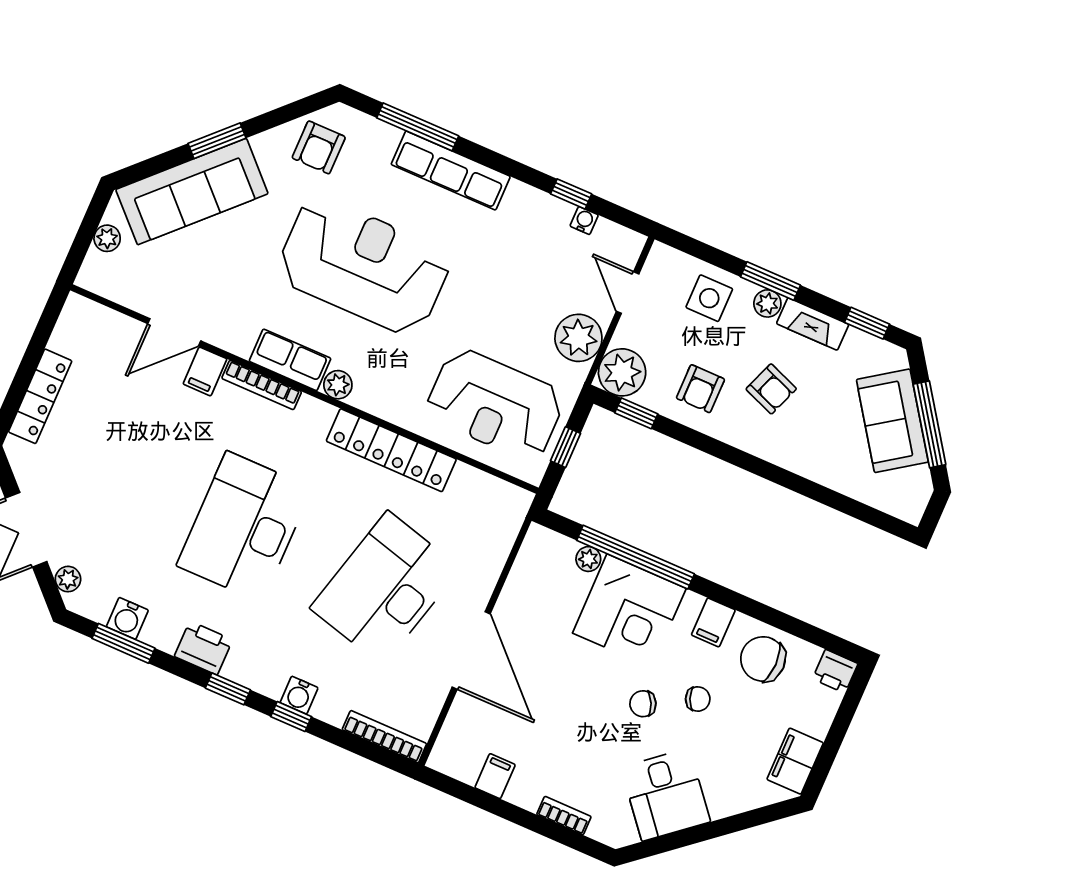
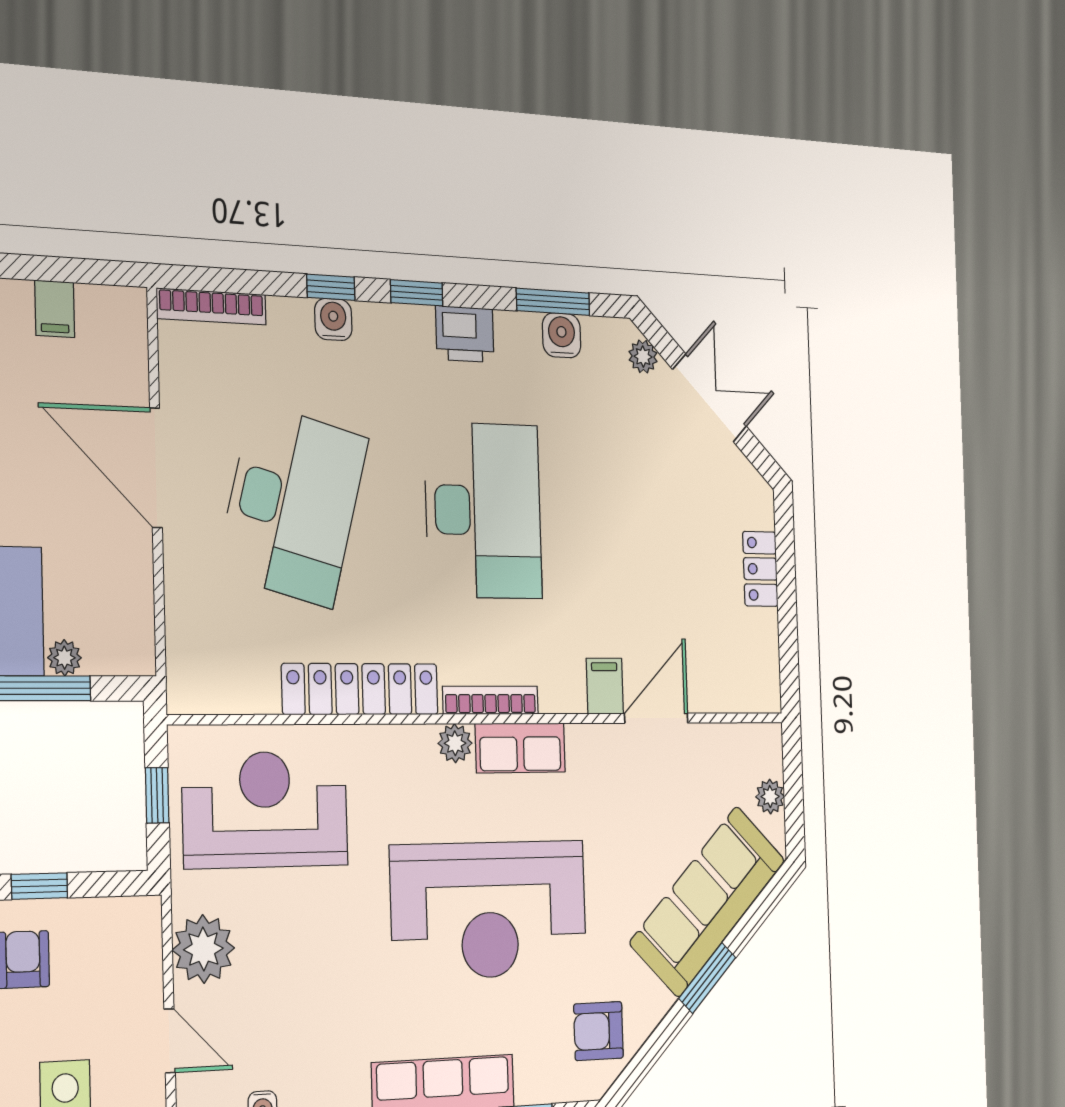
armchair: (319, 147) -> (599, 1031), turned -90
plant: (622, 372) -> (131, 931), removed
bookcase: (262, 385) -> (491, 700), moved
locker: (40, 396) -> (760, 569), width x0.66
window: (636, 413) -> (39, 886), moved

